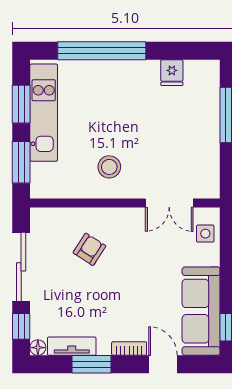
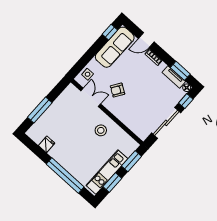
armchair: (89, 249) -> (117, 90), moved
window: (91, 364) -> (180, 71), moved
door: (163, 364) -> (146, 40), hinge flipped

